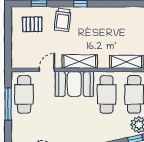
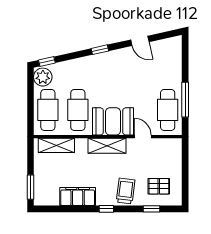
filing cabinet: (107, 15) -> (78, 197), added
door: (47, 70) -> (143, 137), swing flipped

